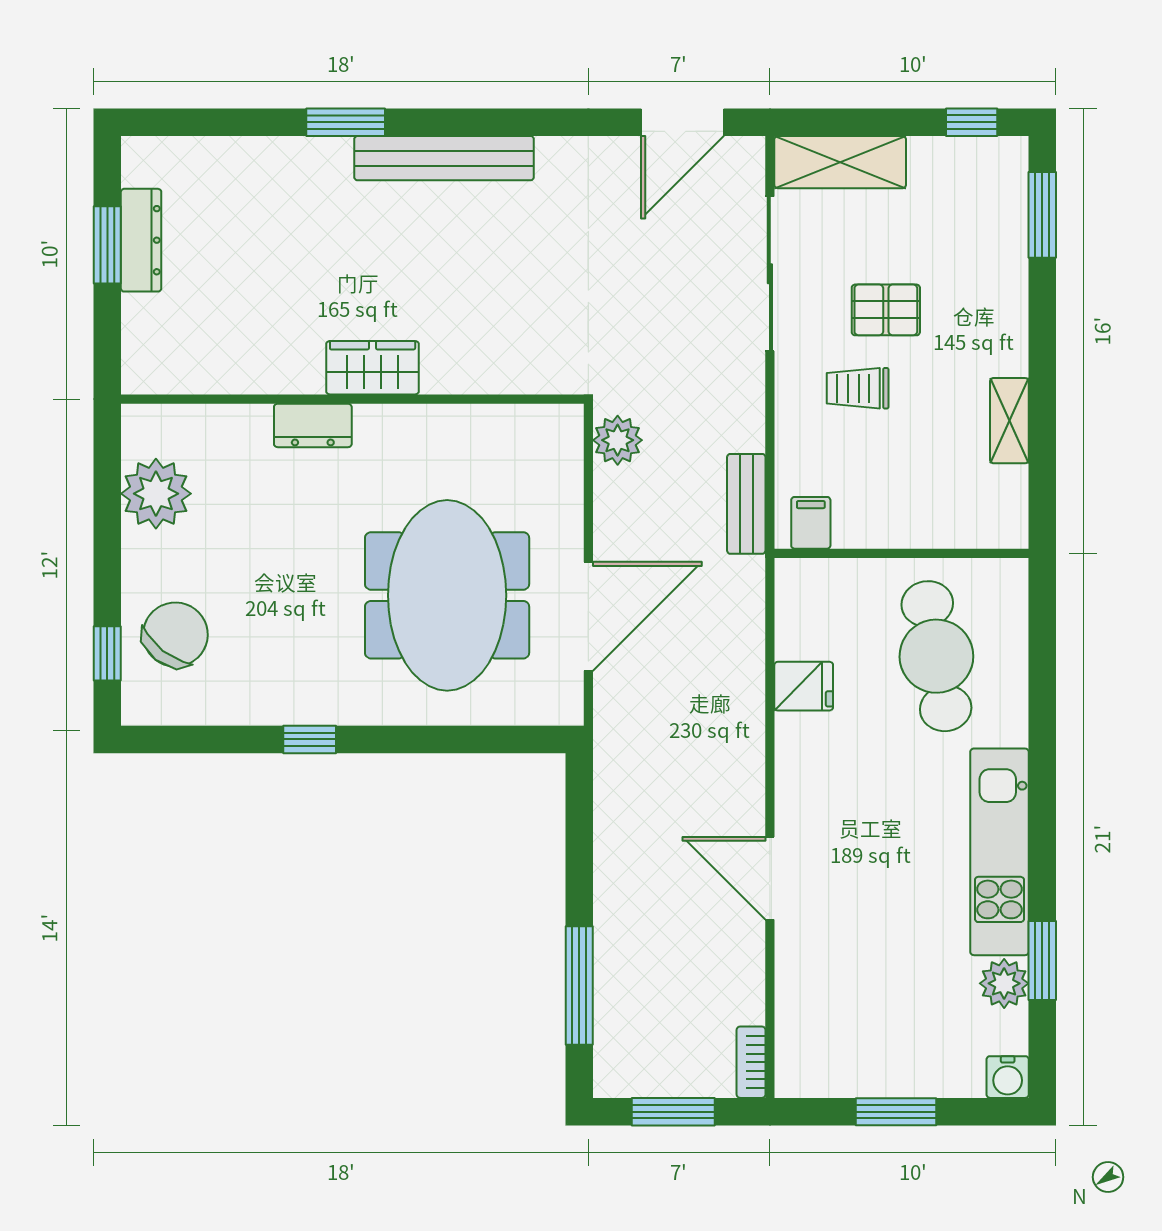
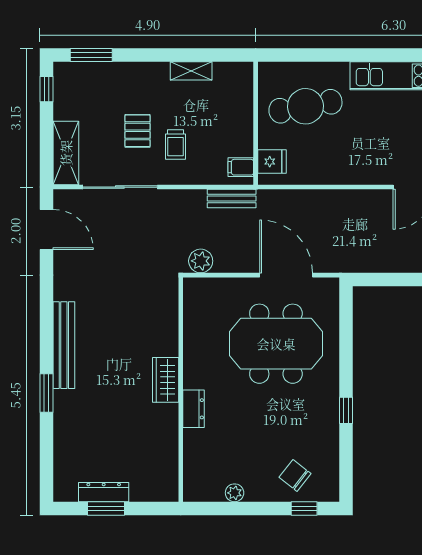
plant: (156, 494) -> (235, 493), width x0.53, depth x0.53
chair: (175, 635) -> (295, 475), width x0.73, depth x0.73
fridge: (804, 686) -> (272, 162), moved, turned 90

